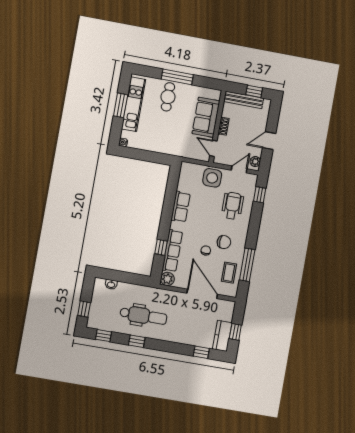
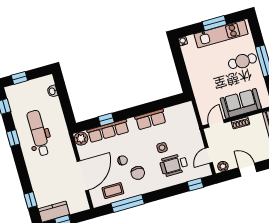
door: (239, 169) -> (209, 155), swing flipped
side table: (212, 178) -> (162, 148), moved, width x0.54, depth x0.54
wheelchair: (233, 206) -> (174, 165), turned 180
dental chair: (143, 316) -> (38, 133), turned 180

